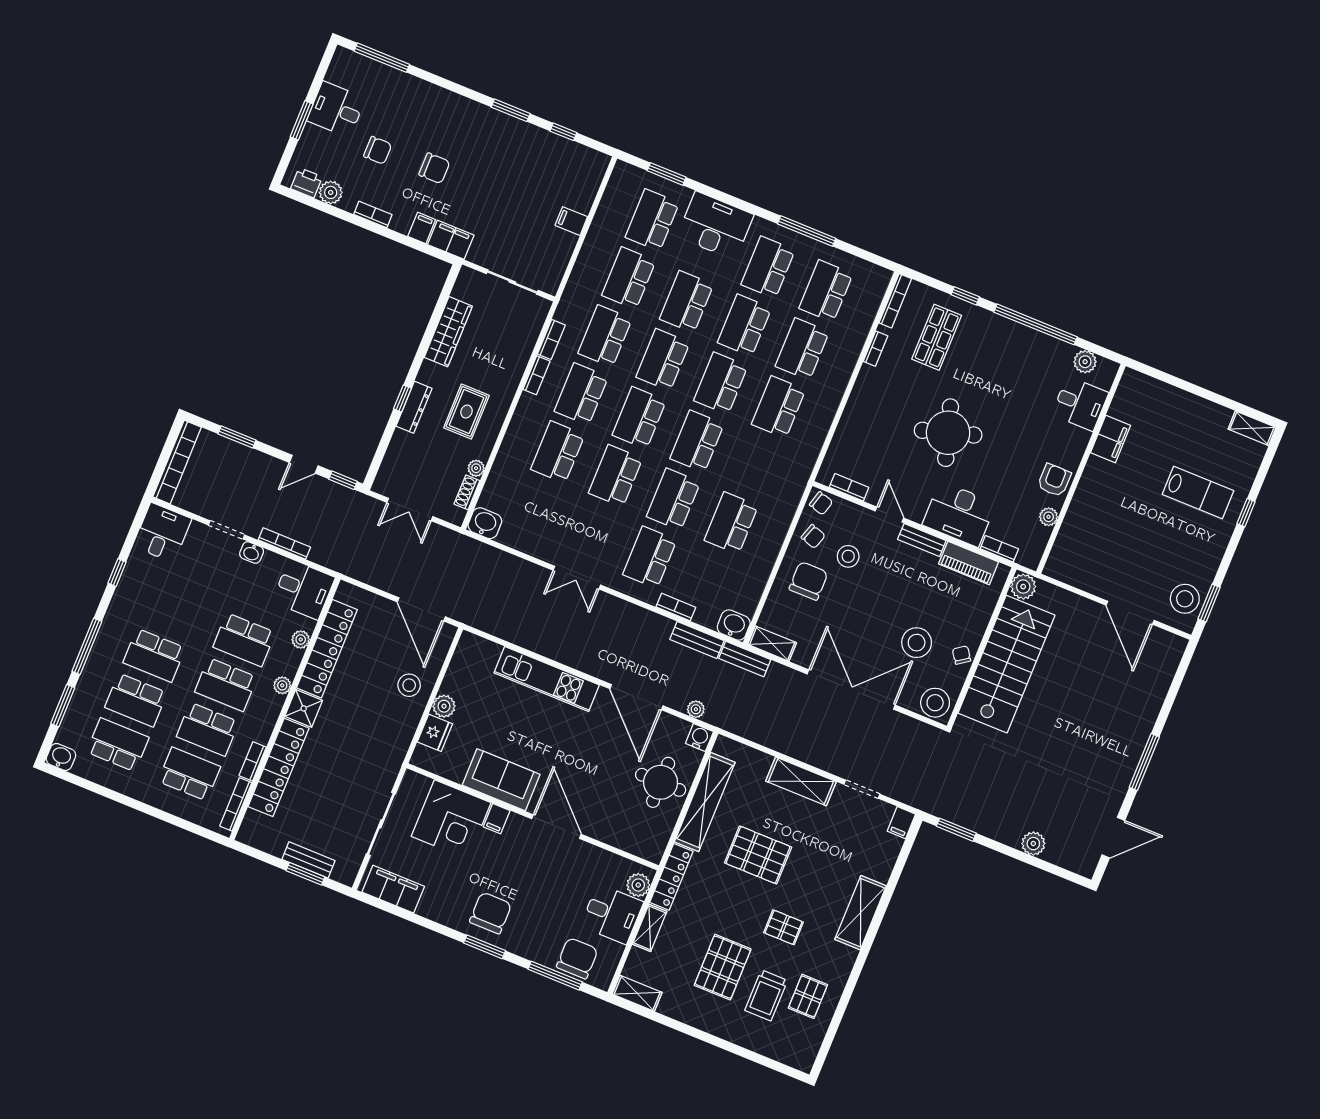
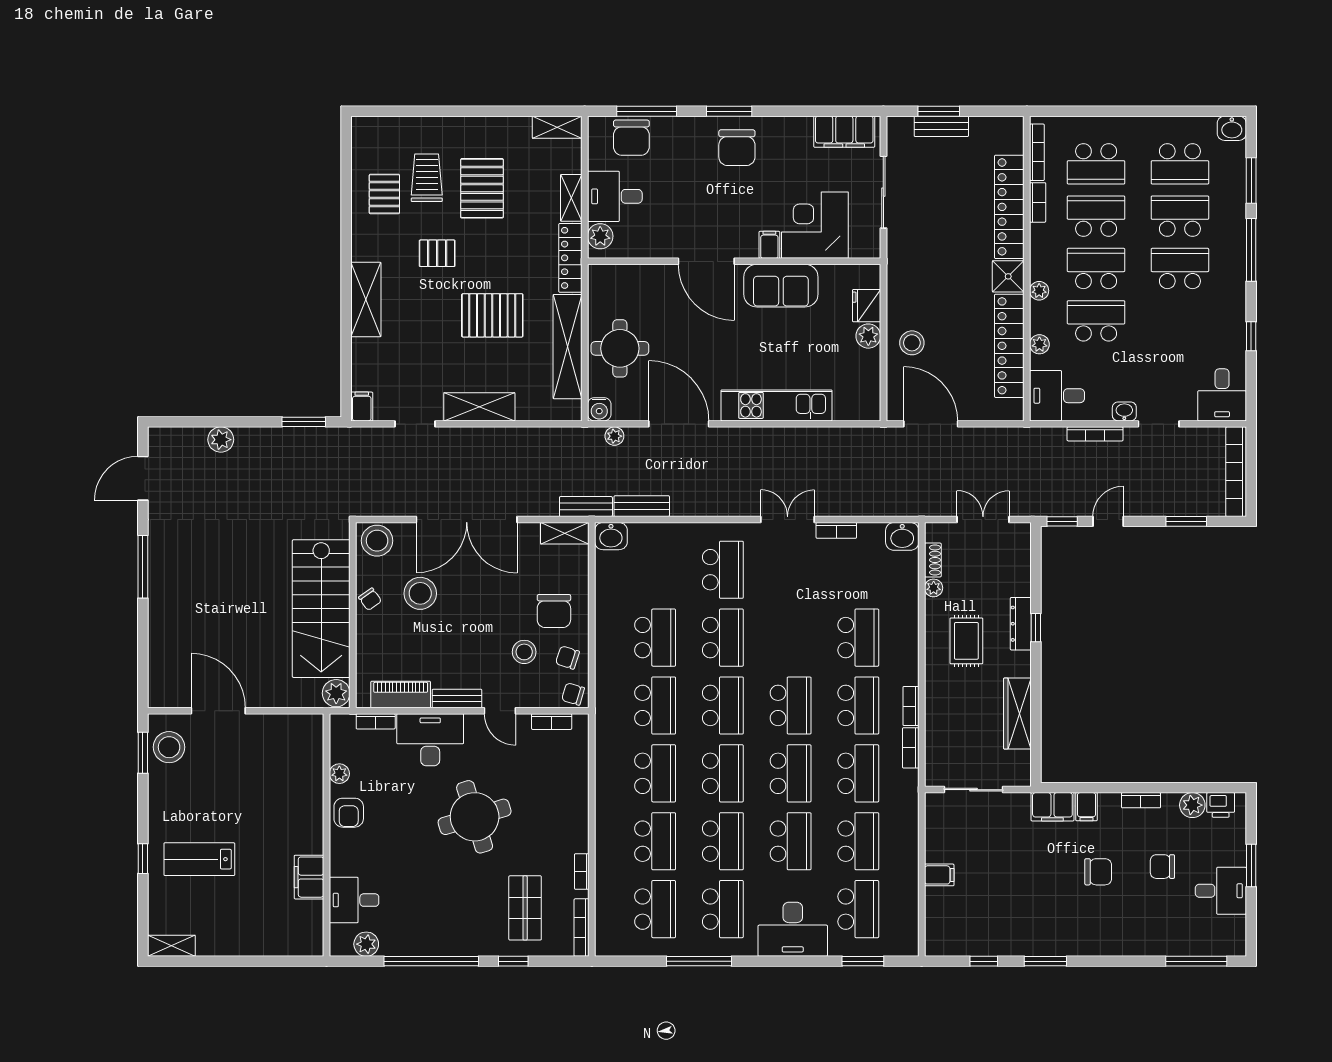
chair: (434, 168) -> (1098, 872), turned 180
school desk: (616, 476) -> (655, 705), moved
bookcase: (676, 607) -> (836, 530), moved

